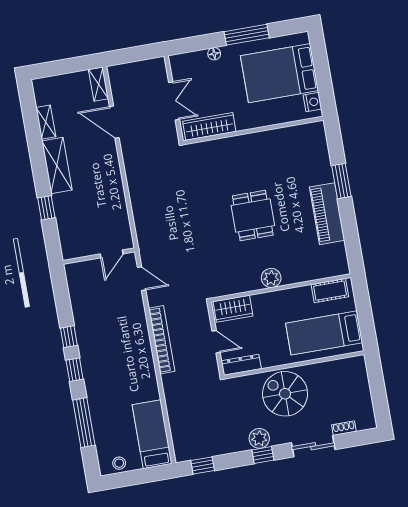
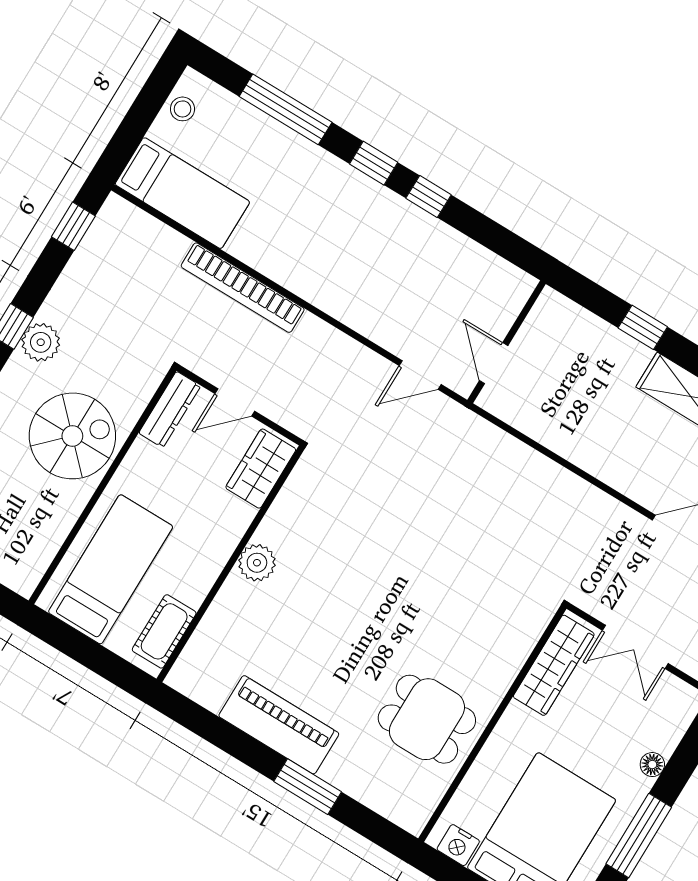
dining table: (253, 215) -> (427, 719), moved
bookcase: (162, 340) -> (243, 288), moved

